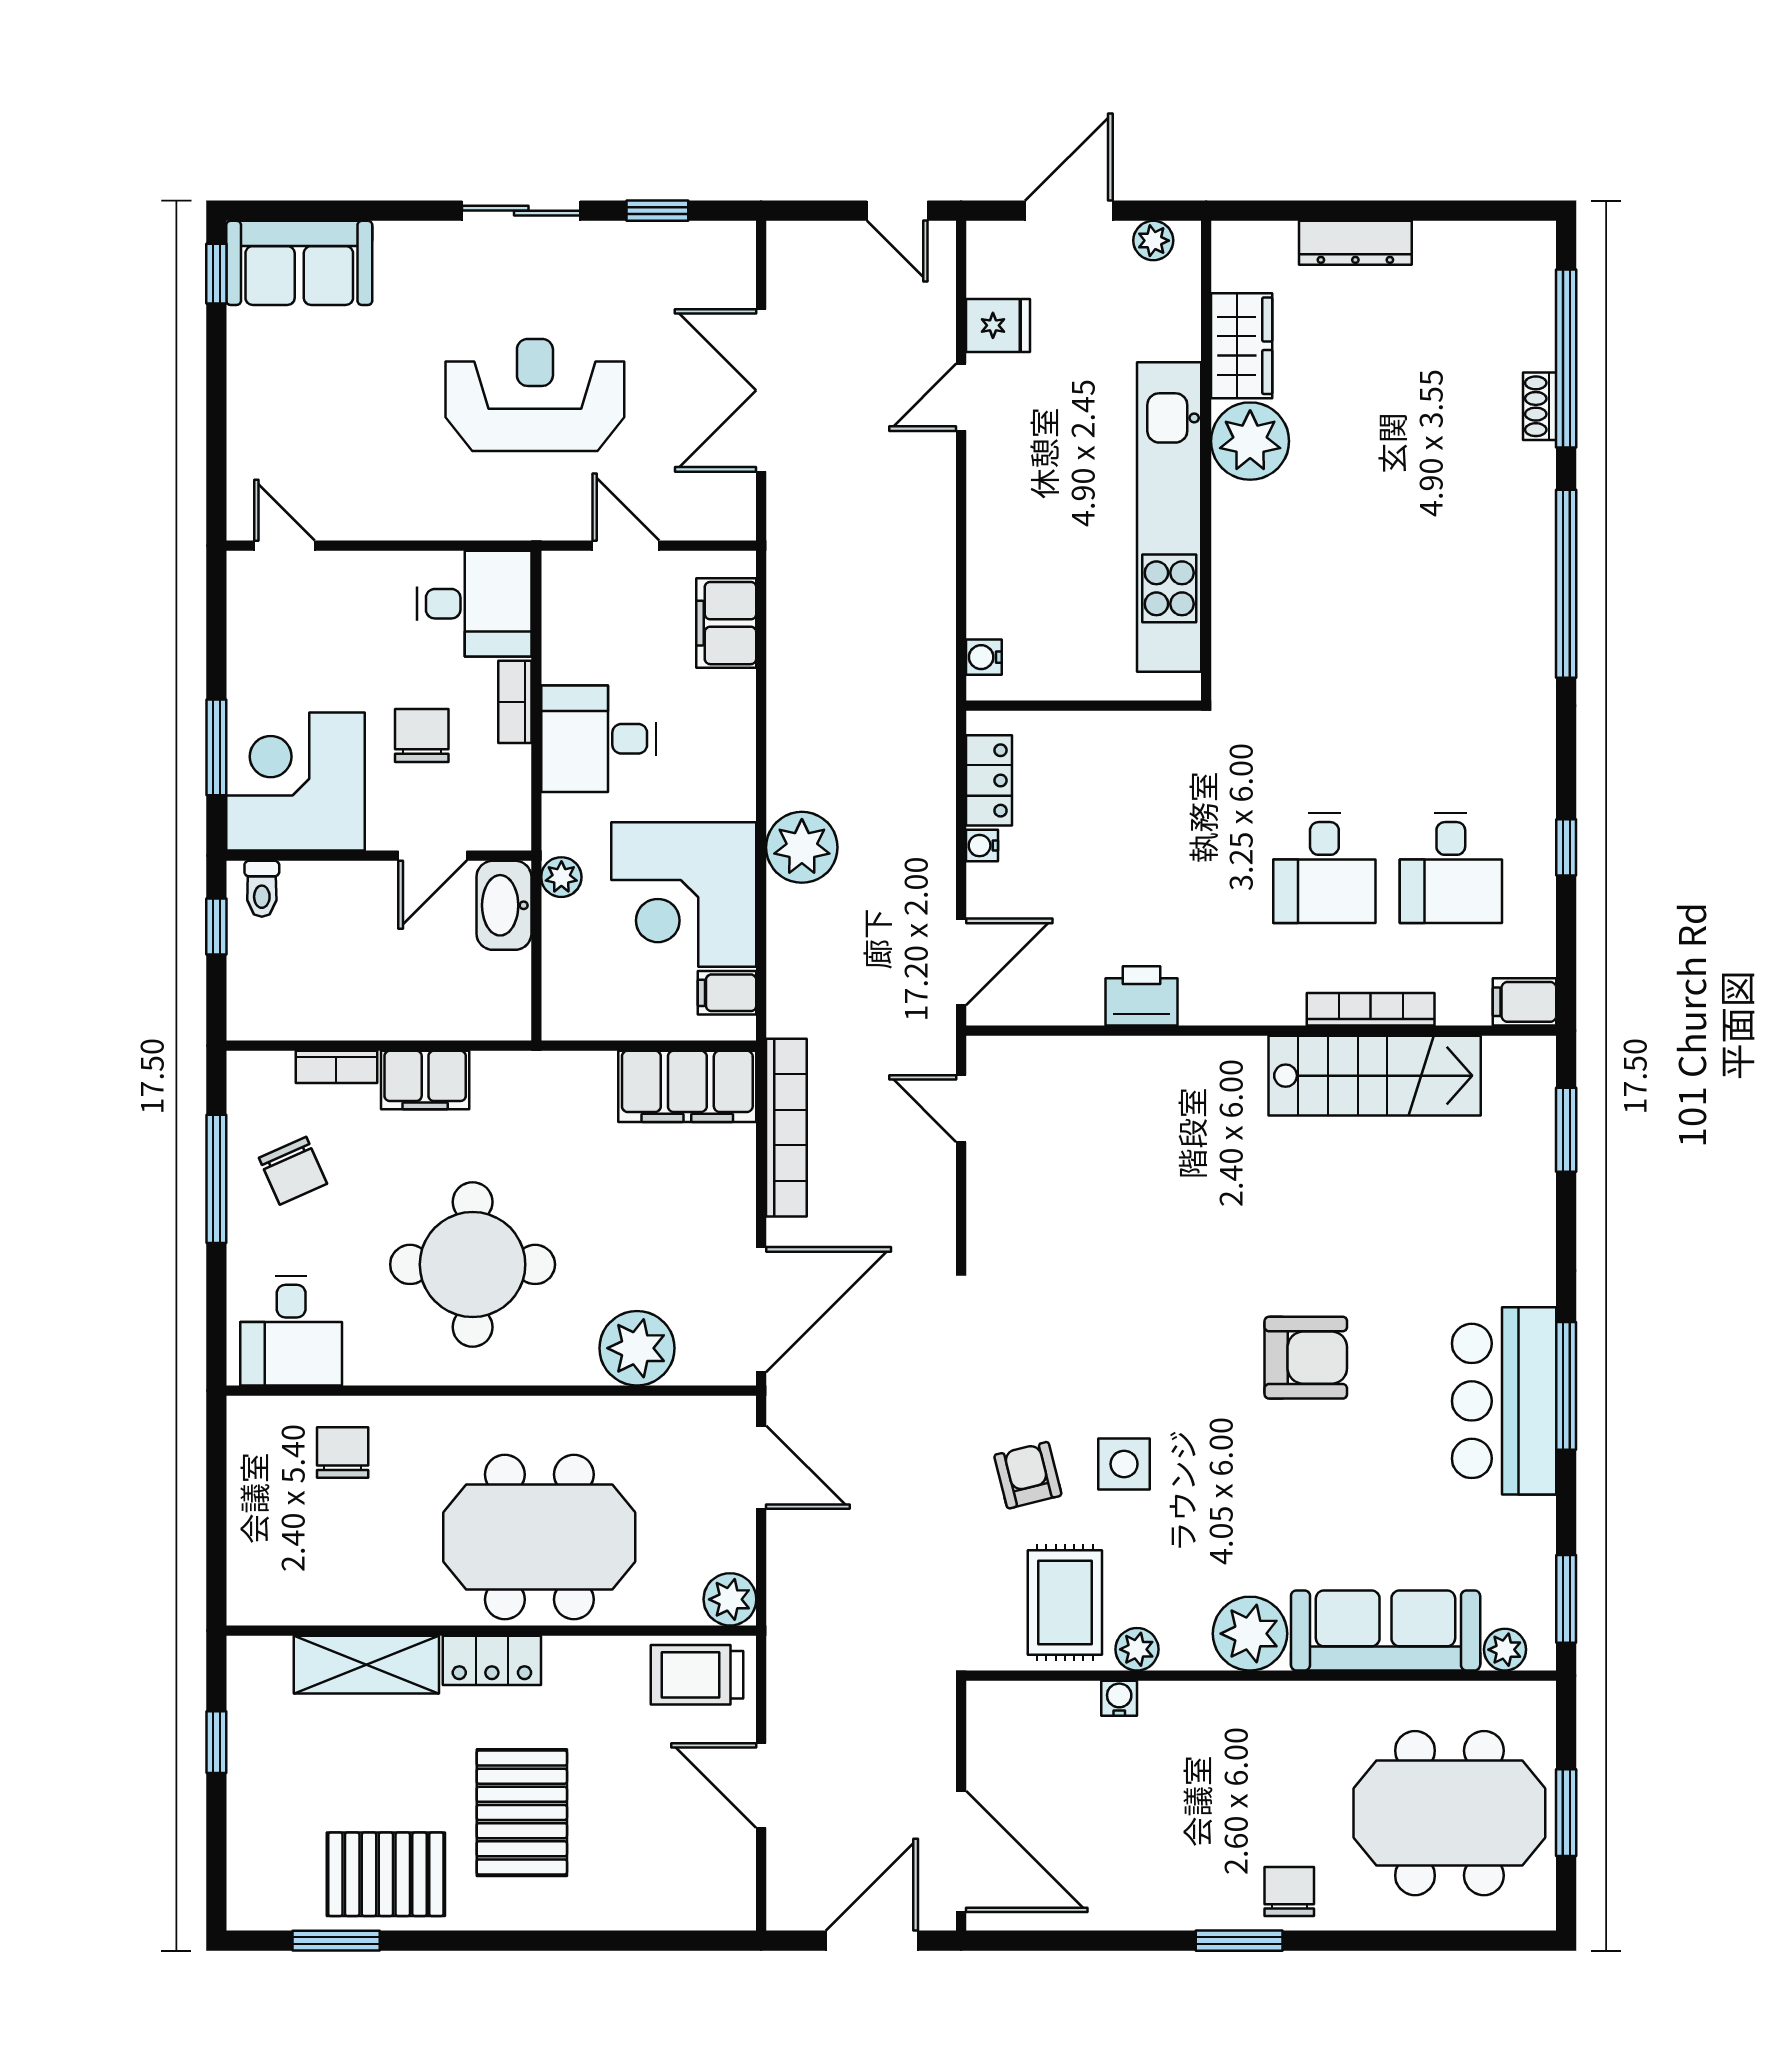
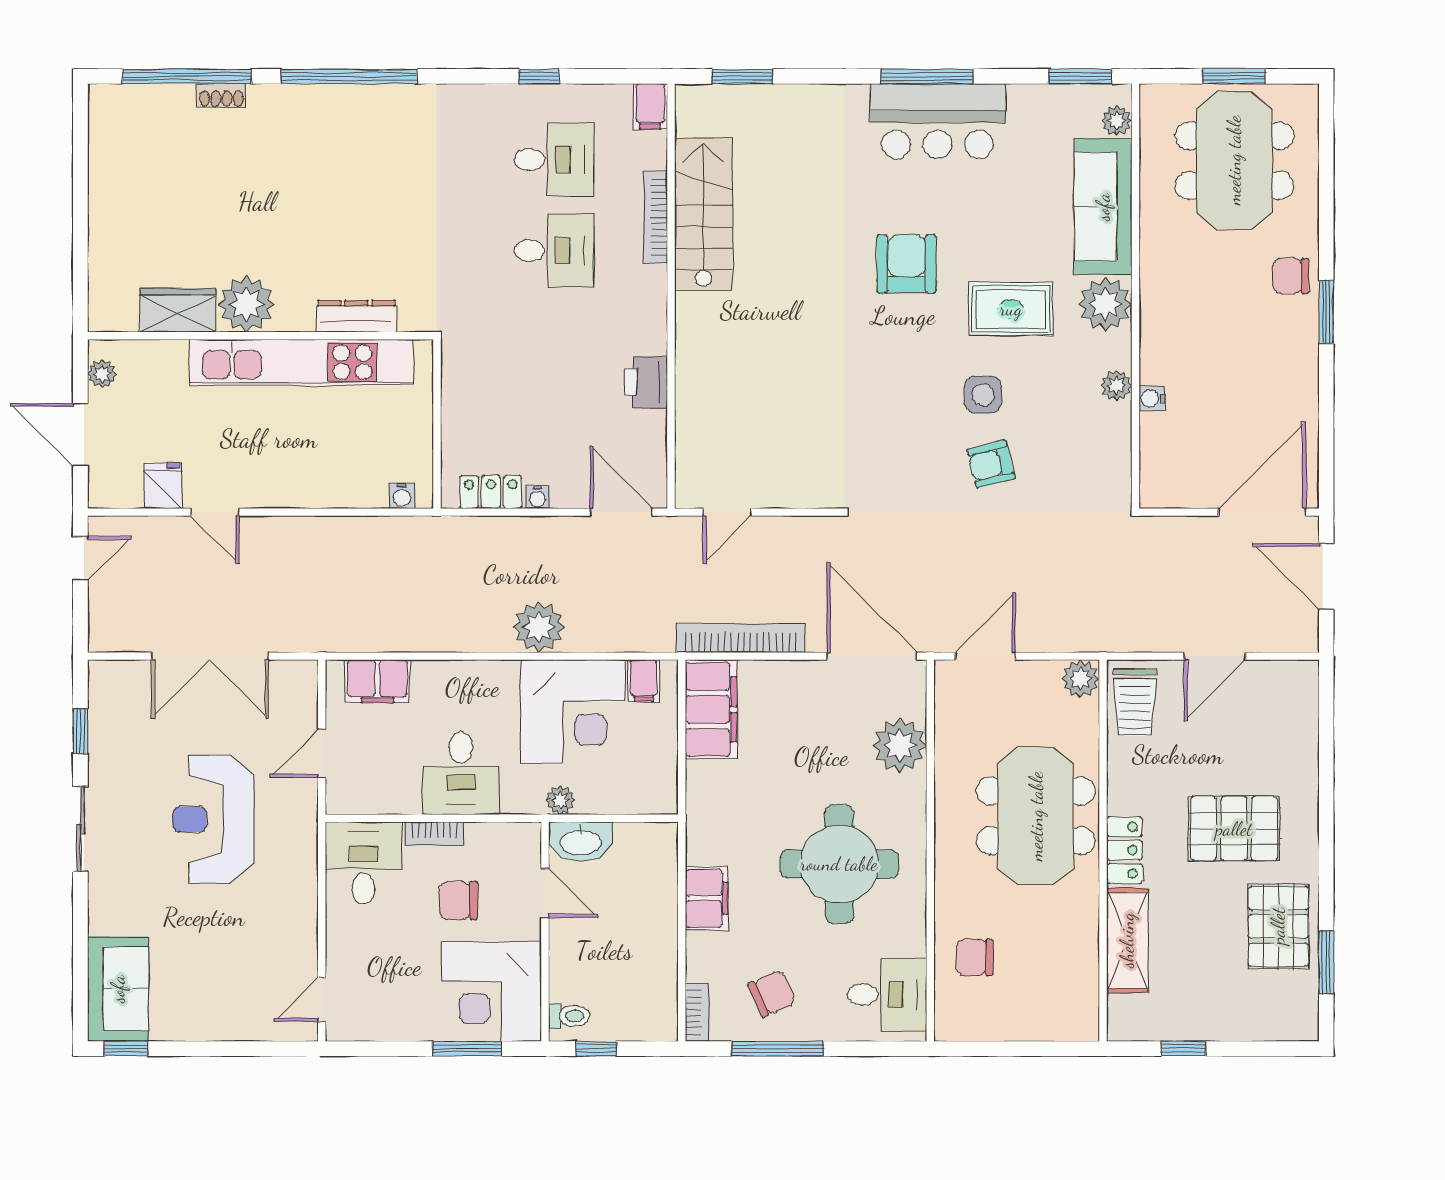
dresser: (1355, 243) -> (356, 316), moved, turned -90
bookcase: (336, 1067) -> (697, 1012), moved
rug: (1065, 1602) -> (1011, 309), moved

